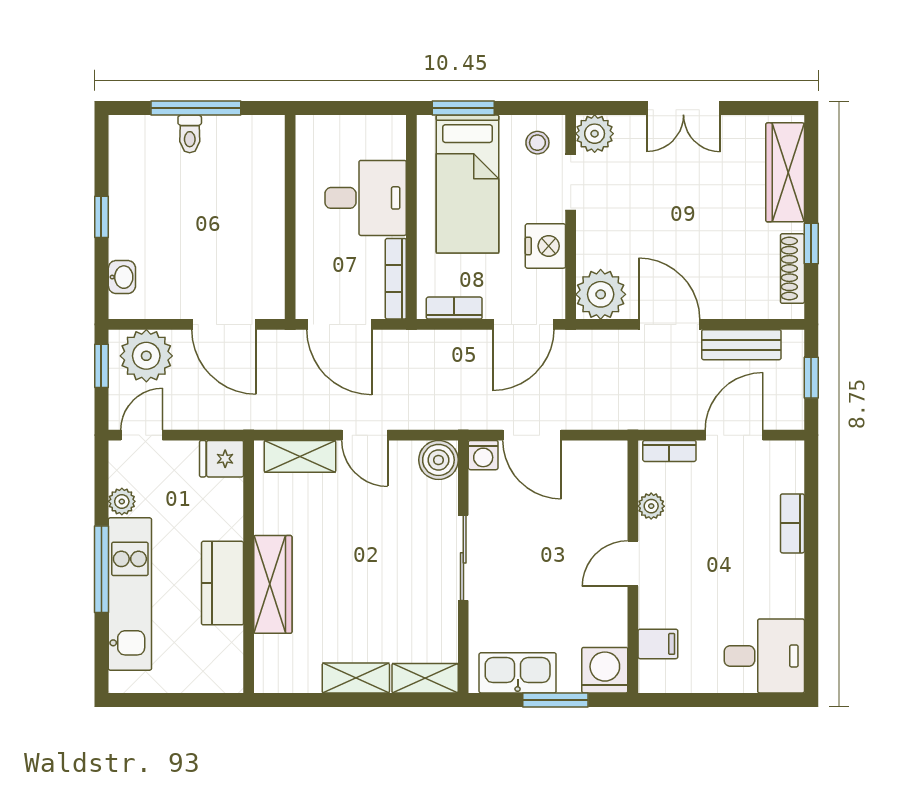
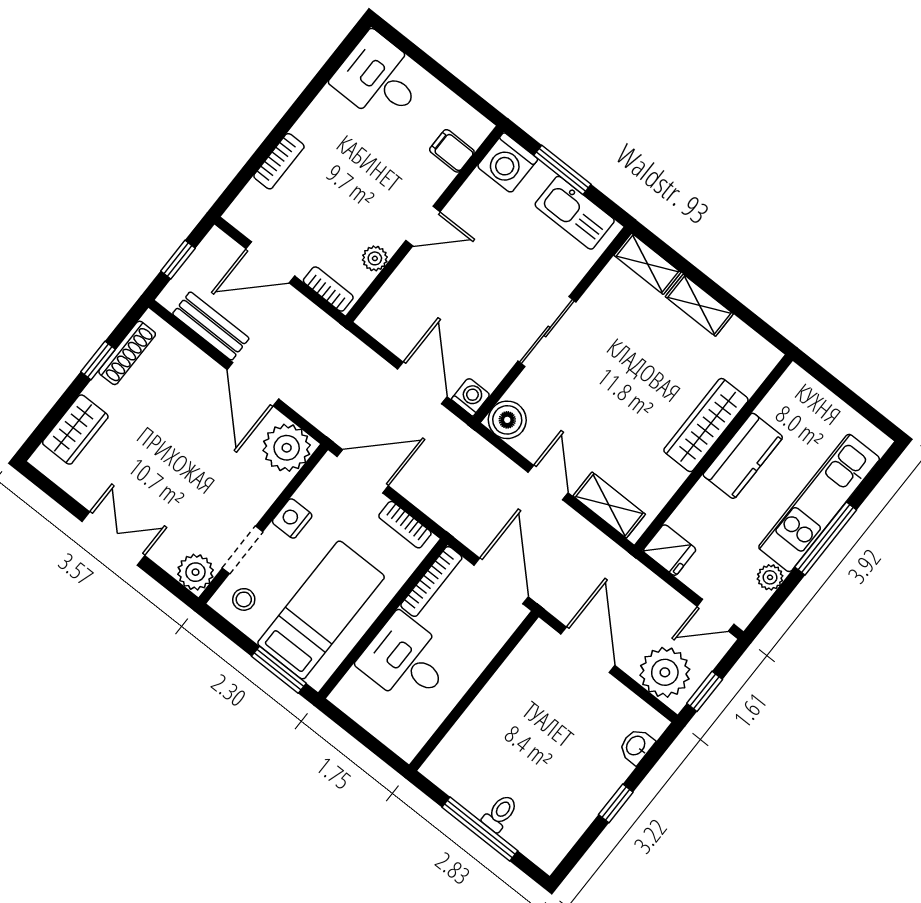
wardrobe: (785, 172) -> (75, 430), width x0.67
nightstand: (545, 246) -> (292, 518), width x0.74, depth x0.75

